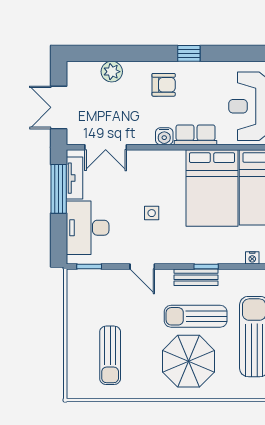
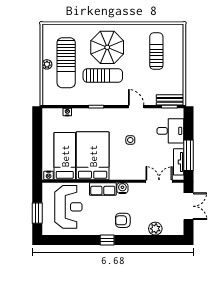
desk: (88, 228) -> (170, 131), width x0.73
bench: (196, 277) -> (170, 100), moved

